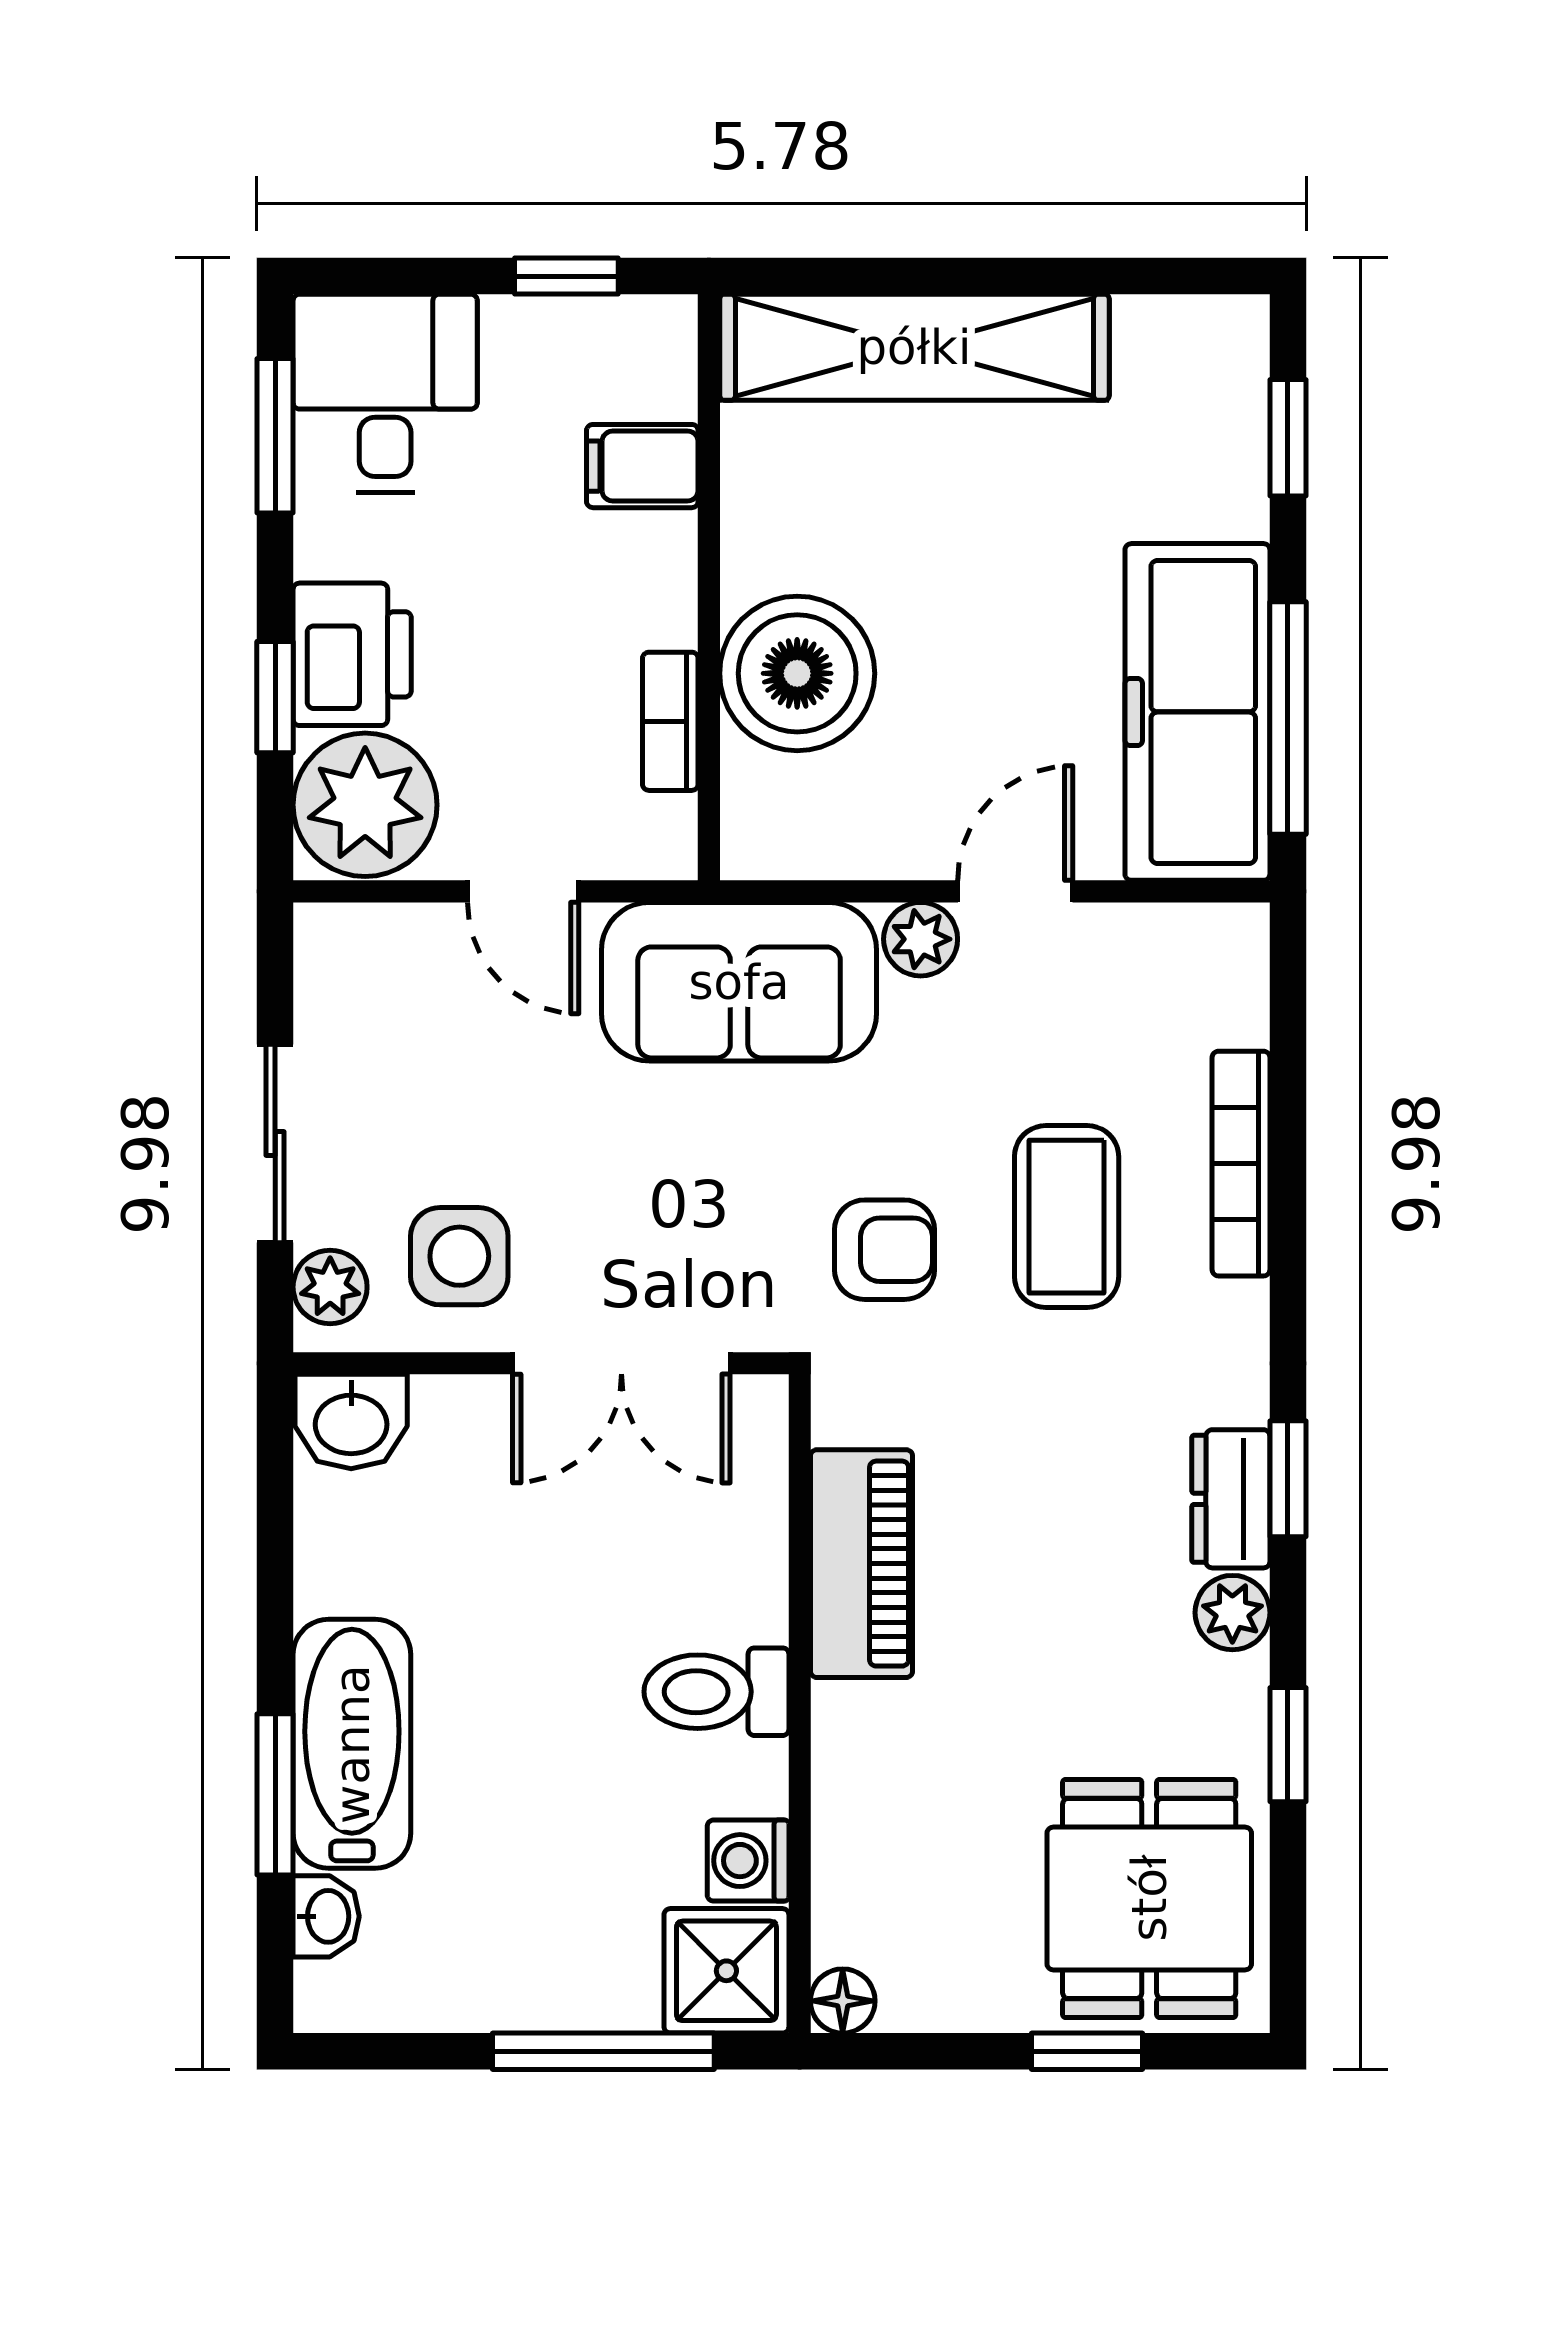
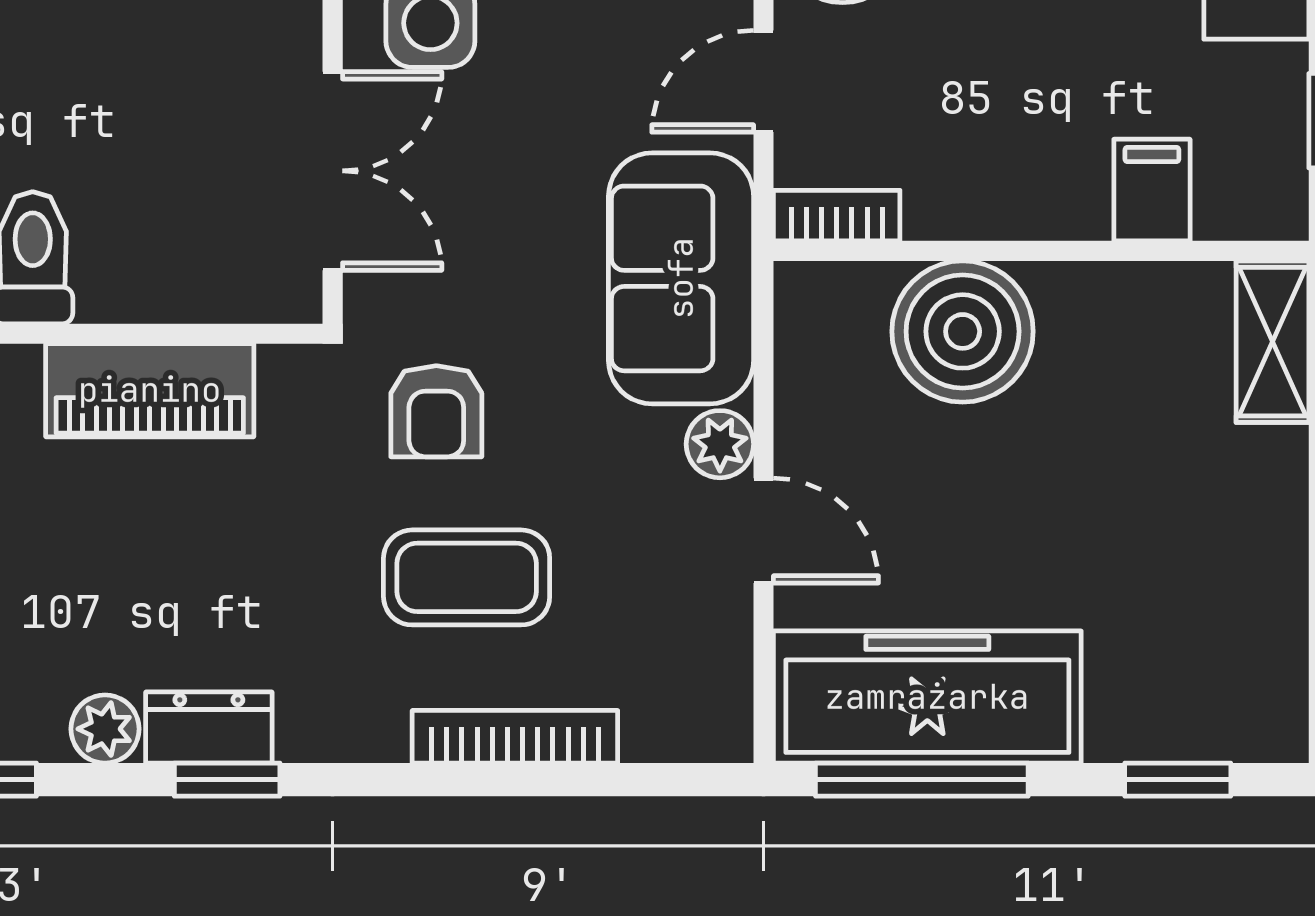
shelving: (914, 347) -> (1272, 342), width x0.45, depth x0.75
bookcase: (670, 721) -> (837, 216), moved
double door: (621, 1363) -> (333, 171), swing flipped

